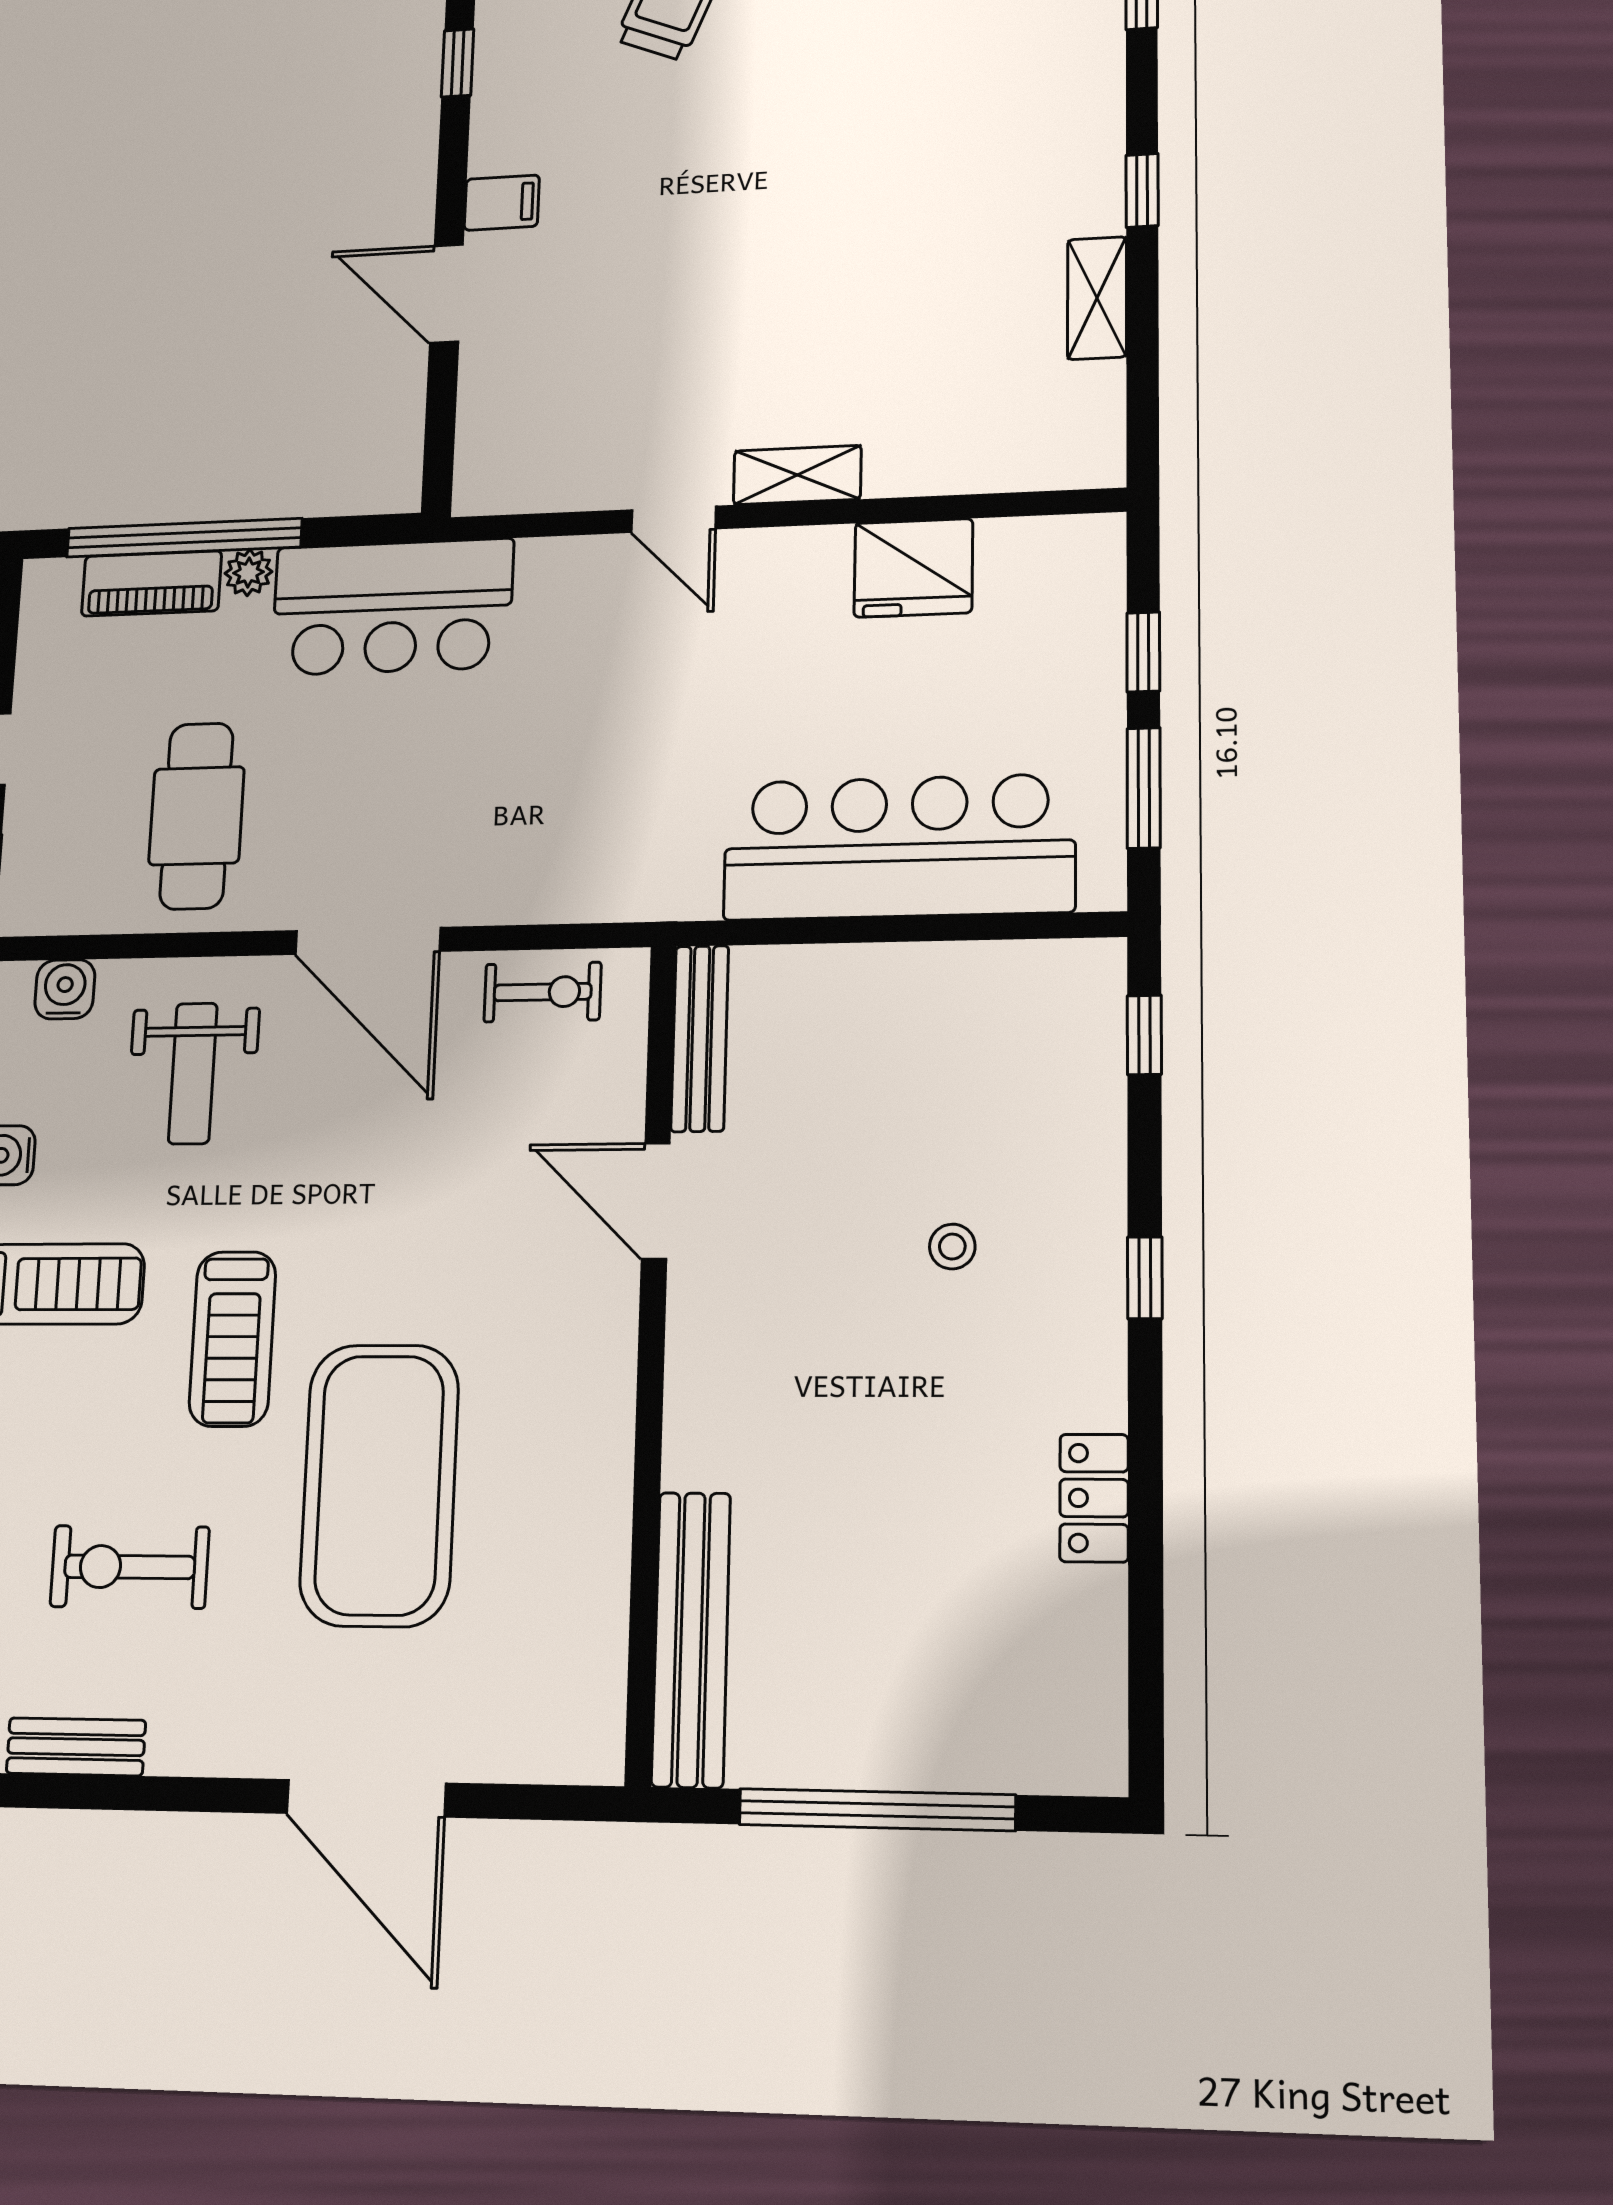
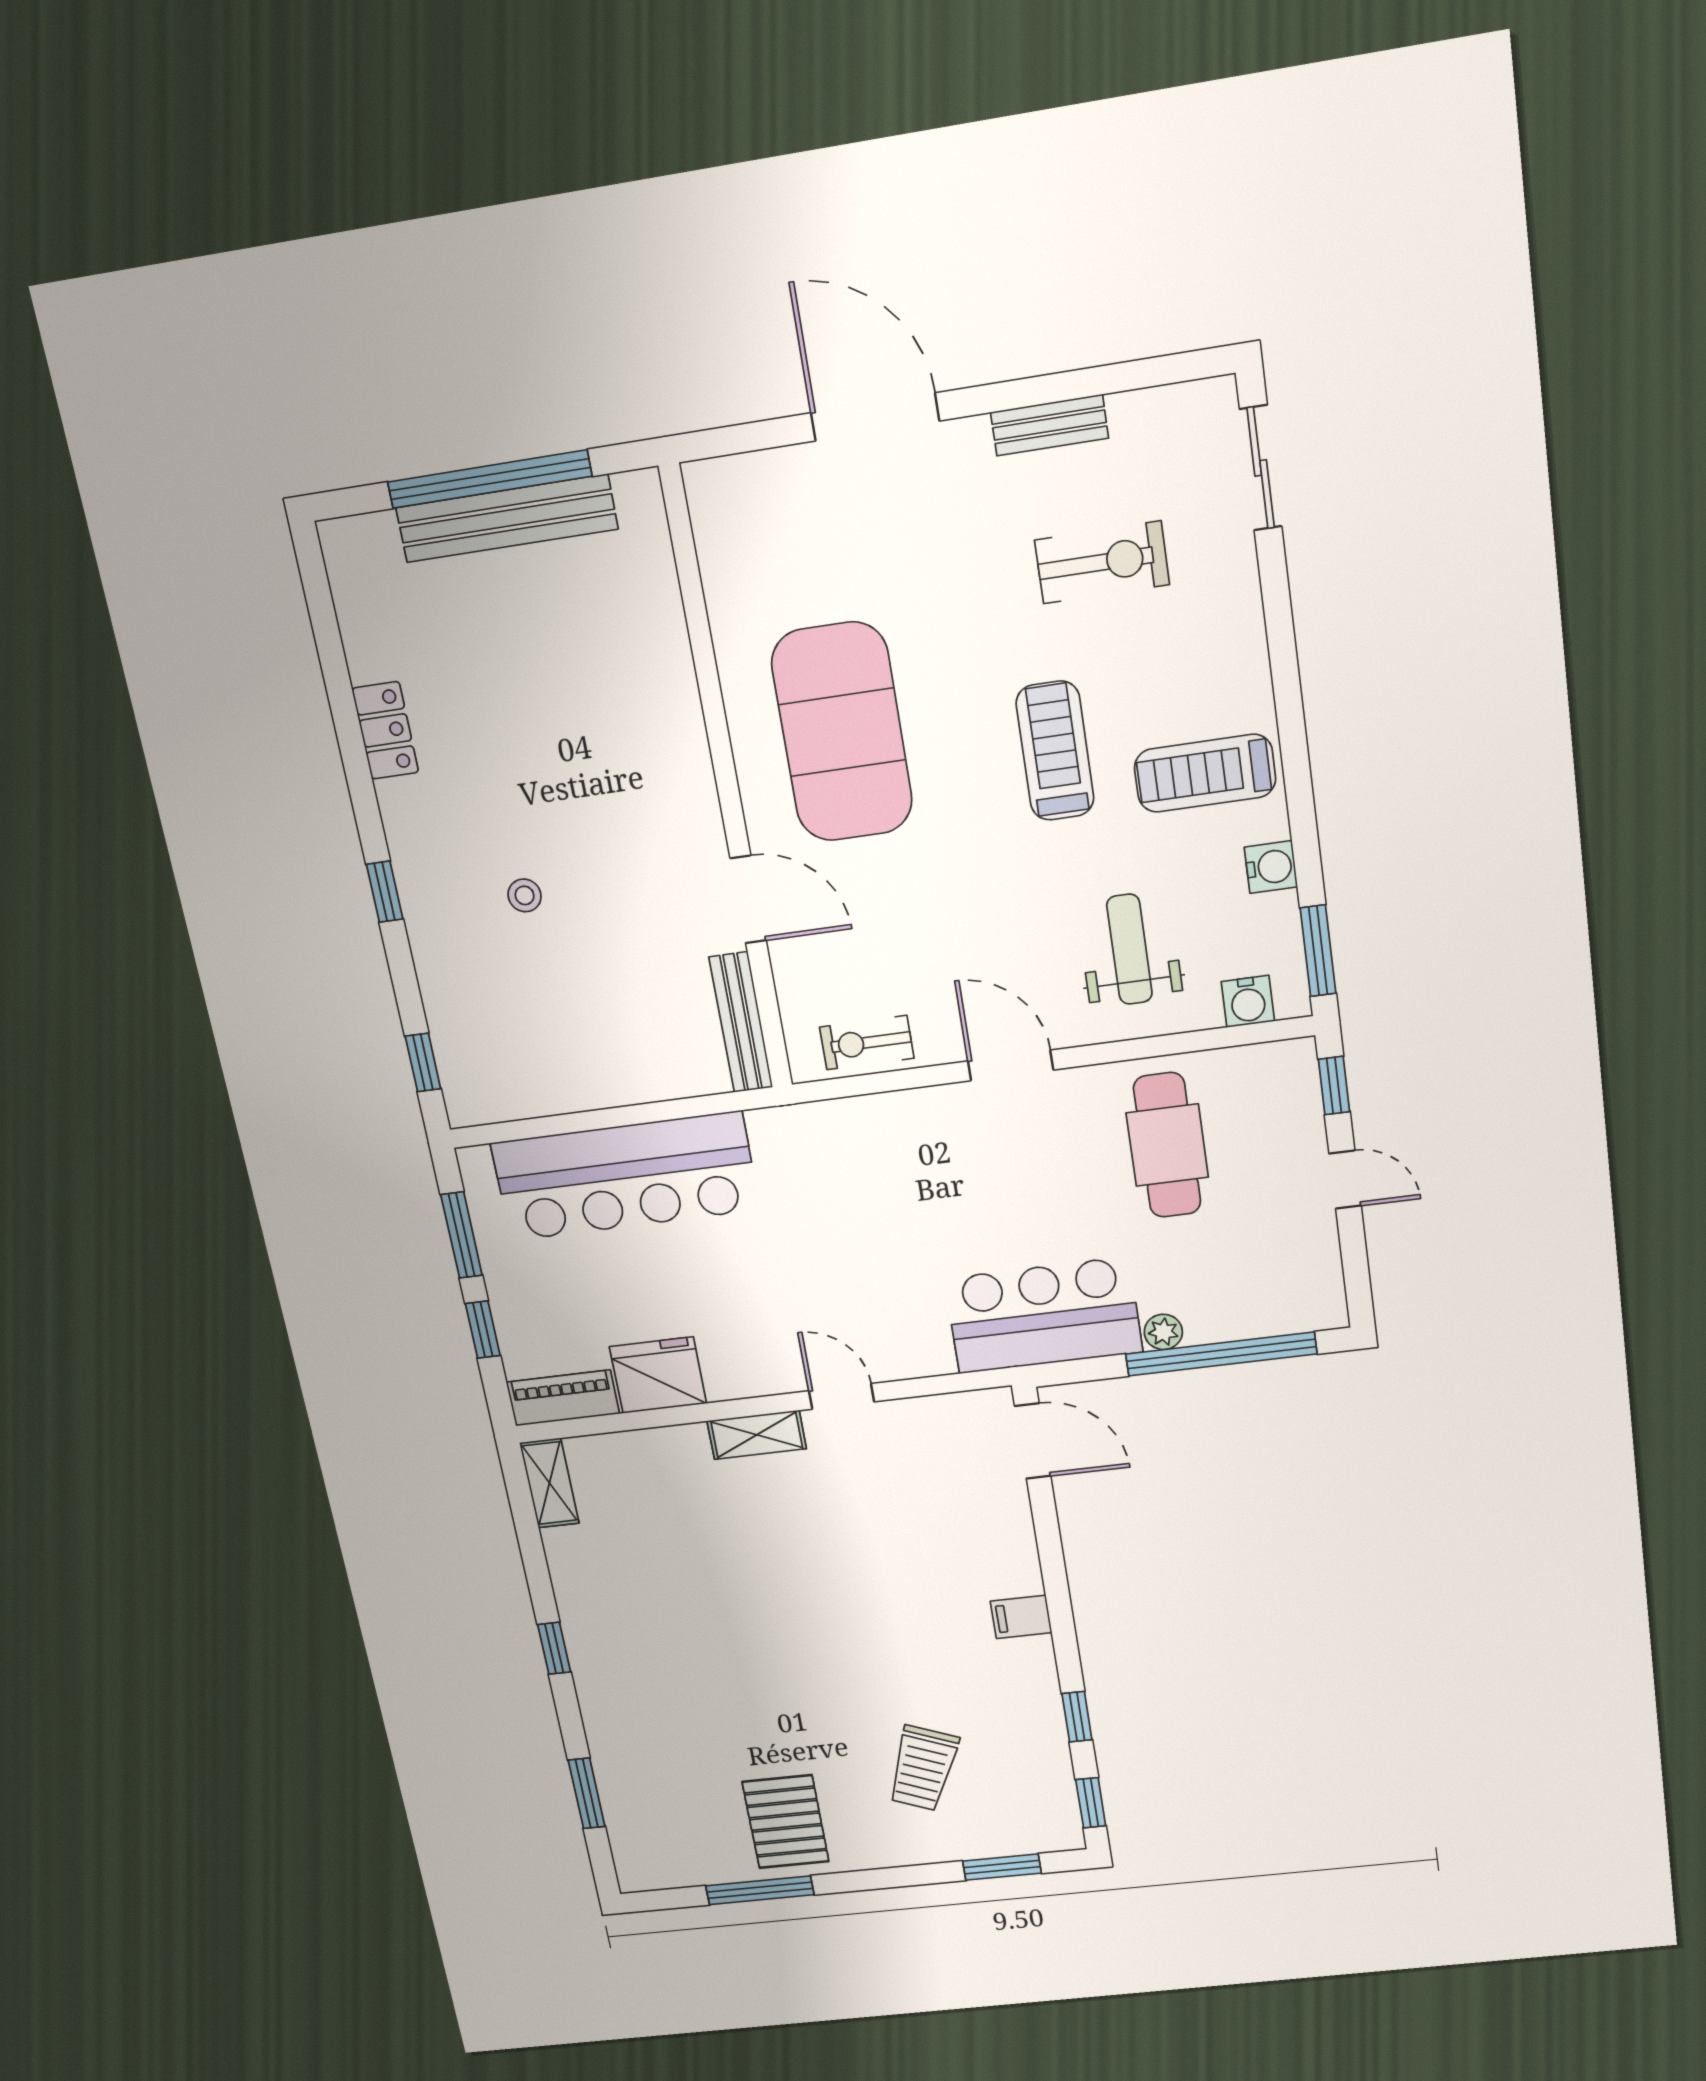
door: (446, 294) -> (1033, 1441), moved
shelving: (1097, 298) -> (549, 1483), moved
piano: (151, 583) -> (563, 1398), moved
door: (368, 941) -> (1011, 1065), width x0.73
exercise mat: (379, 1485) -> (842, 732), moved
bench: (691, 1639) -> (507, 518), moved, turned 90
bench: (76, 1747) -> (1049, 425), moved

